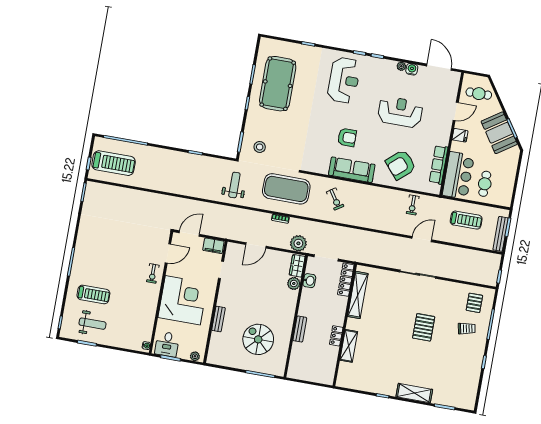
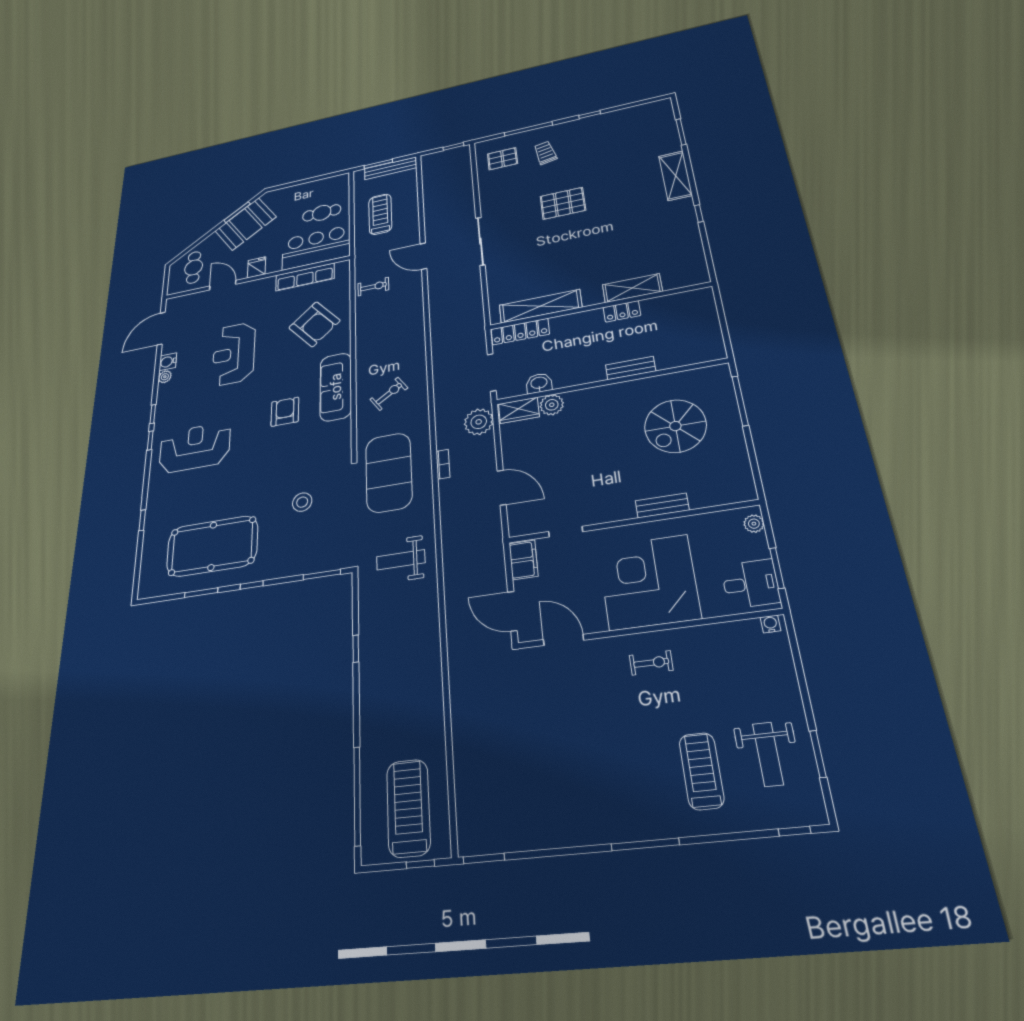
stool: (260, 147) -> (302, 502), moved
exercise bike: (153, 273) -> (651, 663), moved
weight bench: (92, 324) -> (768, 754), turned 180

